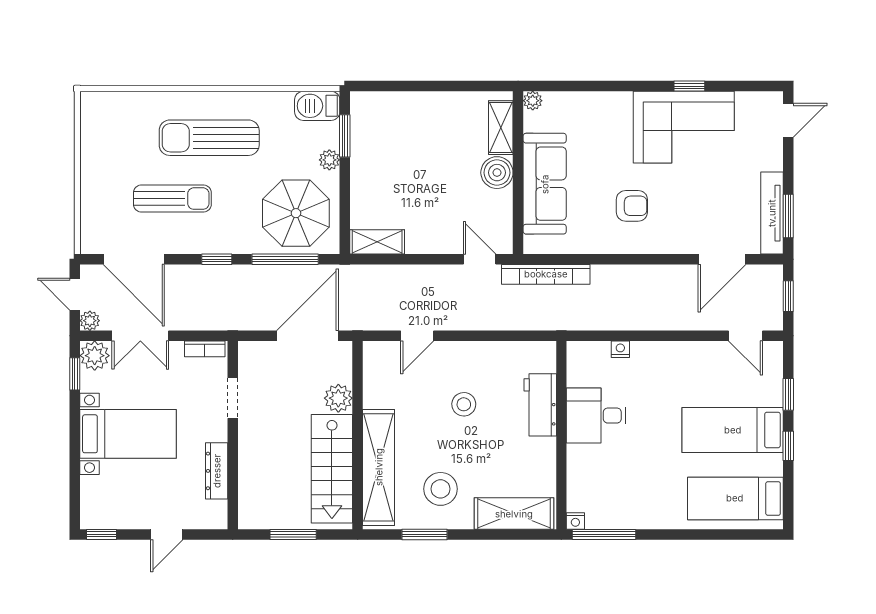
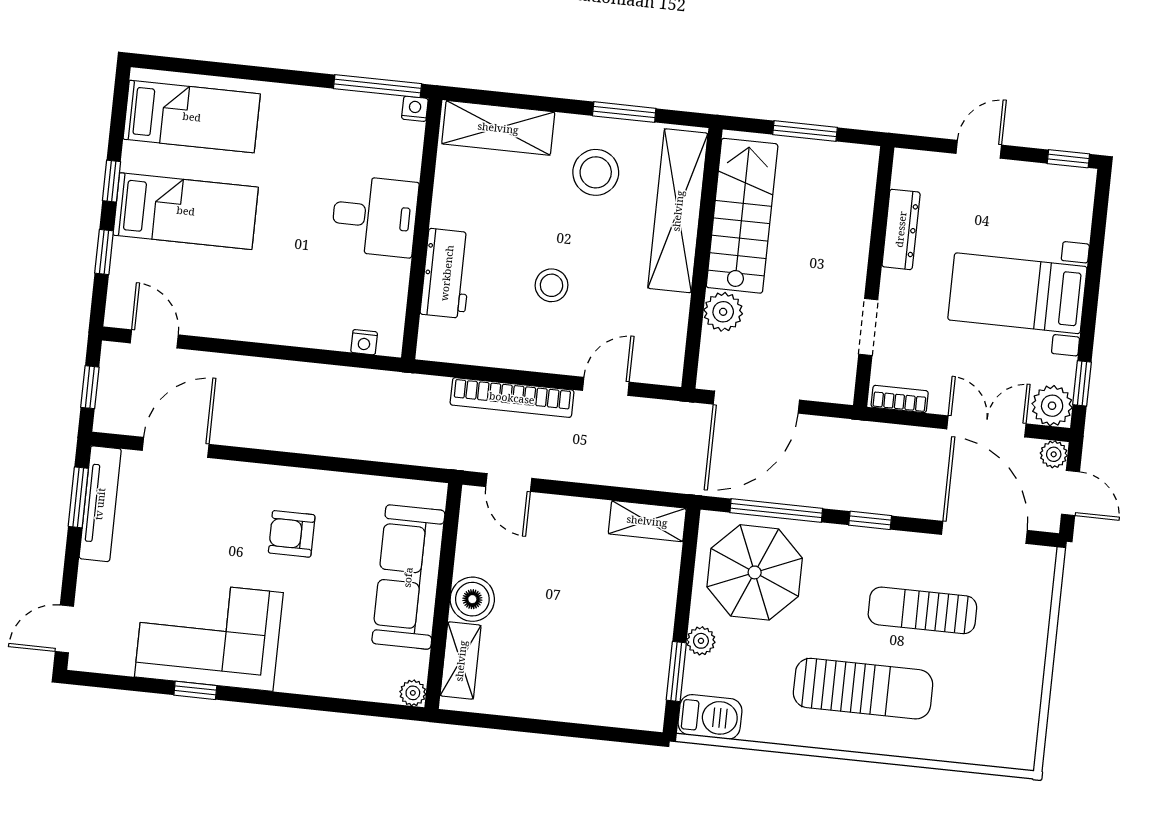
bookcase: (546, 274) -> (512, 398), moved, turned 180
nightstand: (620, 349) -> (364, 342), moved
desk: (596, 416) -> (375, 216), moved

